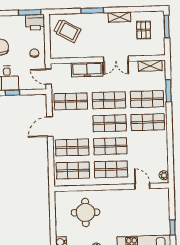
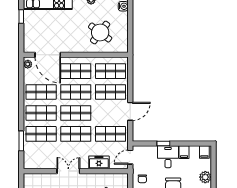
shelving: (150, 66) -> (37, 164), removed
freezer: (87, 70) -> (99, 162), width x0.71
door: (48, 77) -> (130, 157), swing flipped
shop shelf: (148, 145) -> (41, 92), added
door: (142, 186) -> (48, 55), width x1.88
round table: (85, 212) -> (100, 32), turned 37

